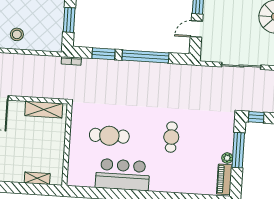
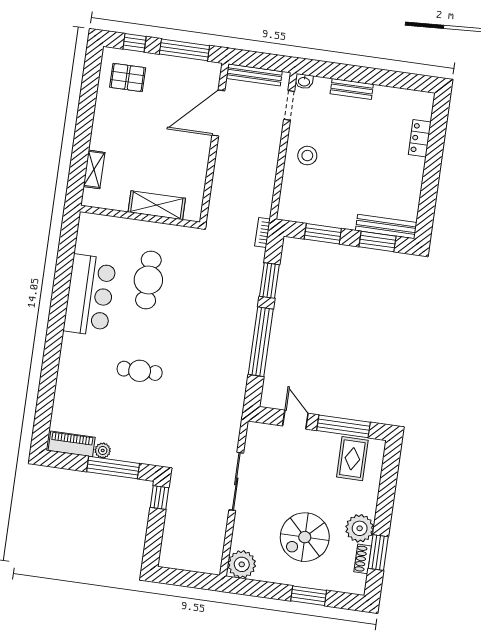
shelving: (44, 110) -> (157, 205), moved, turned 90

